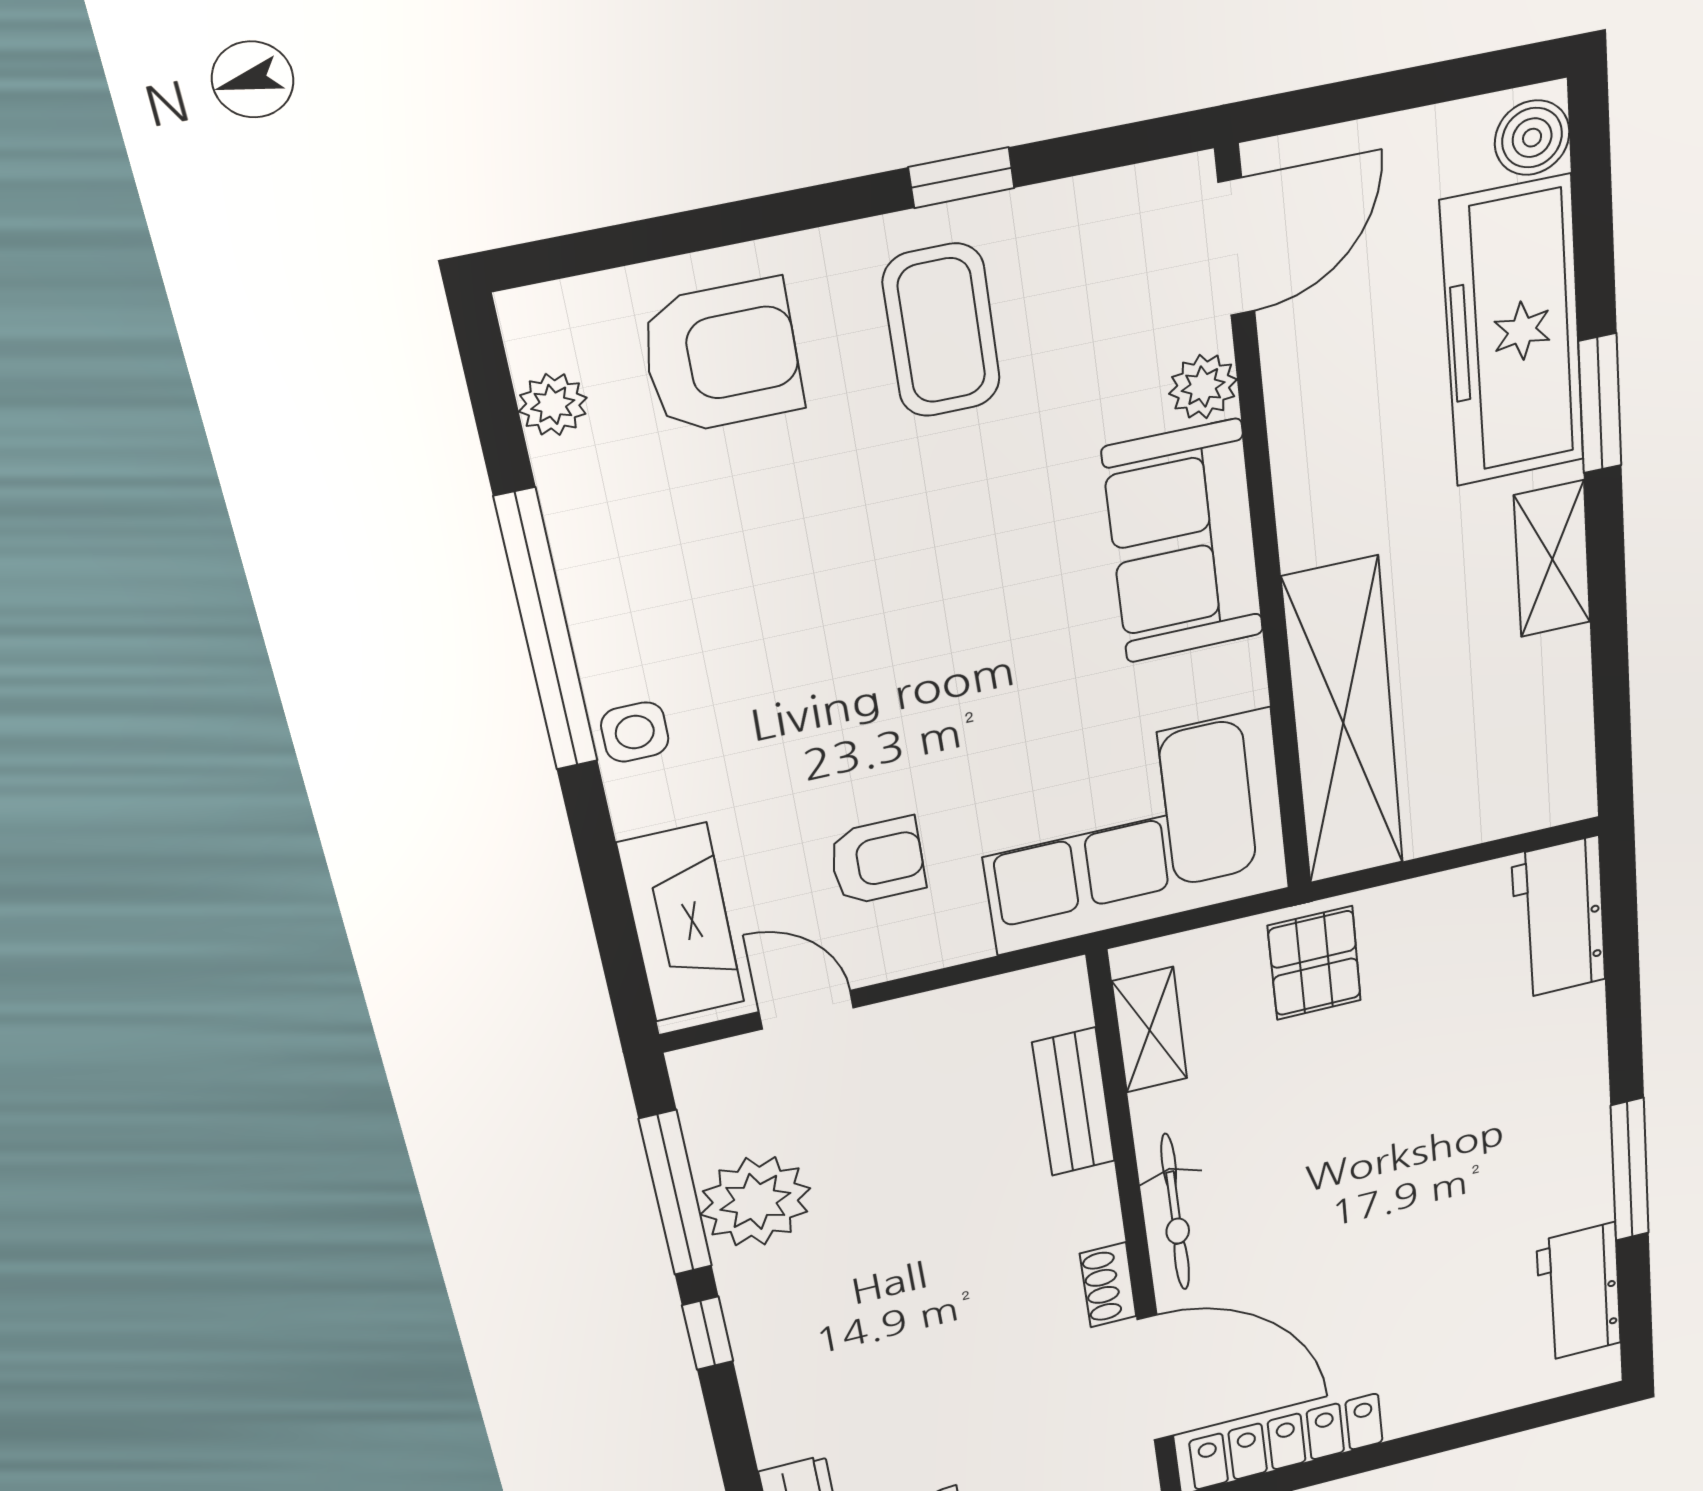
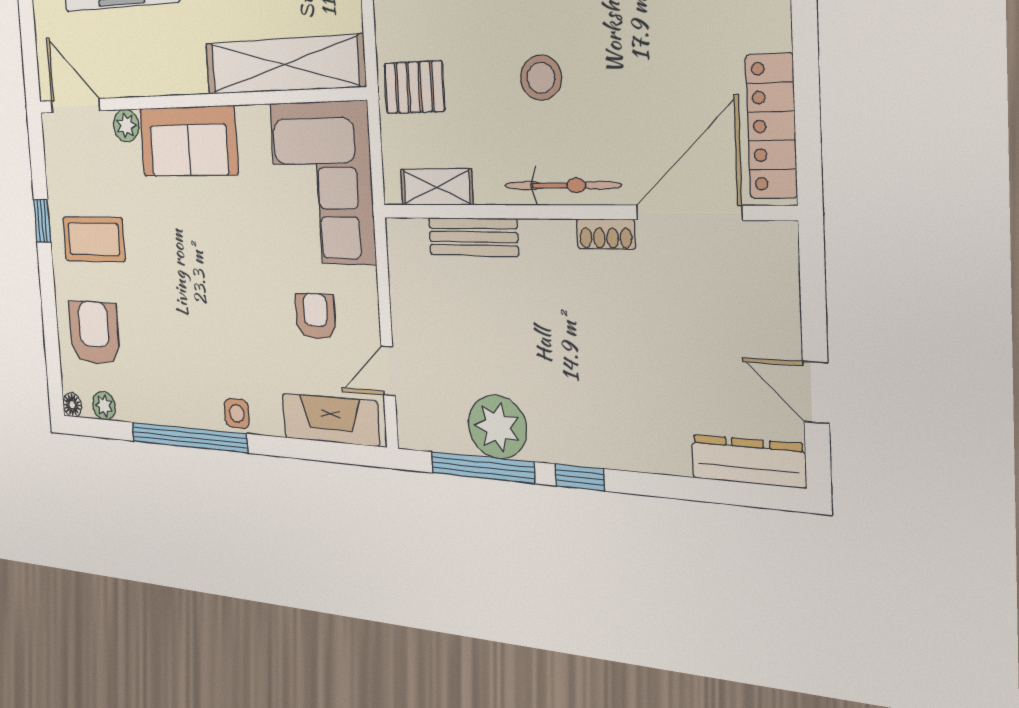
floor lamp: (528, 314) -> (72, 405), added
stool: (1339, 1150) -> (541, 78), added

